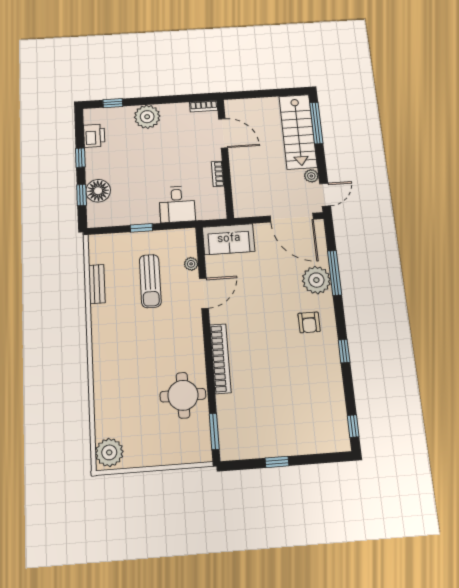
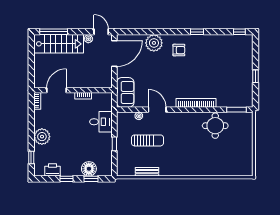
window: (335, 273) -> (150, 32), removed
plant: (109, 452) -> (243, 168), removed

